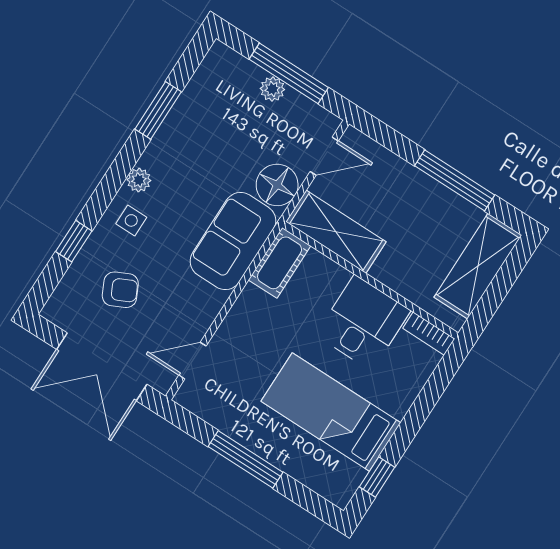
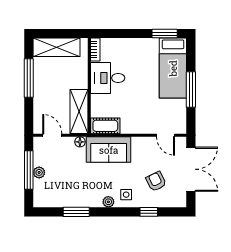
floor lamp: (277, 185) -> (80, 142), width x0.53, depth x0.53
bed: (331, 412) -> (173, 68), moved
window: (377, 477) -> (165, 34), width x1.50

